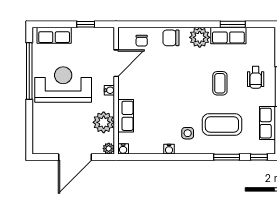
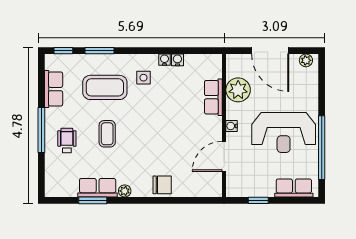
plant: (200, 37) -> (125, 191), width x0.53, depth x0.53
chair: (142, 41) -> (195, 182), removed
plant: (109, 149) -> (306, 60), moved
water cooler: (123, 149) -> (177, 60), moved
door: (75, 157) -> (270, 51), swing flipped

